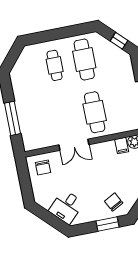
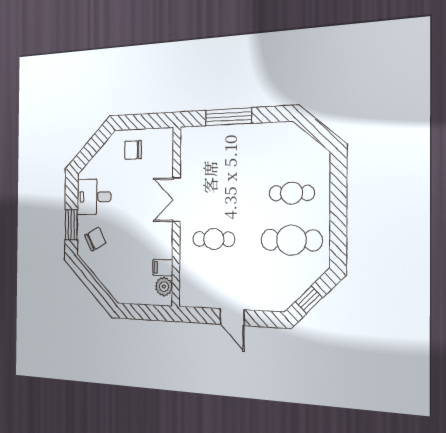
cafe table: (95, 112) -> (214, 239), width x0.73, depth x0.74
chair: (43, 168) -> (133, 150), moved
desk: (66, 207) -> (94, 197), moved, turned -45

